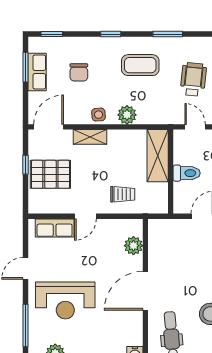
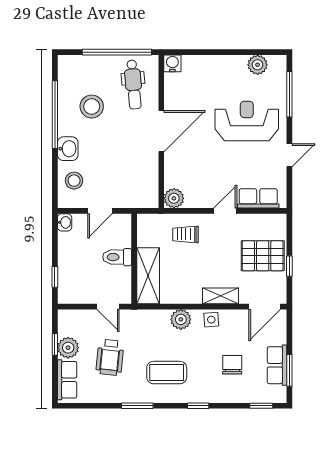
plant: (133, 246) -> (174, 198), moved

